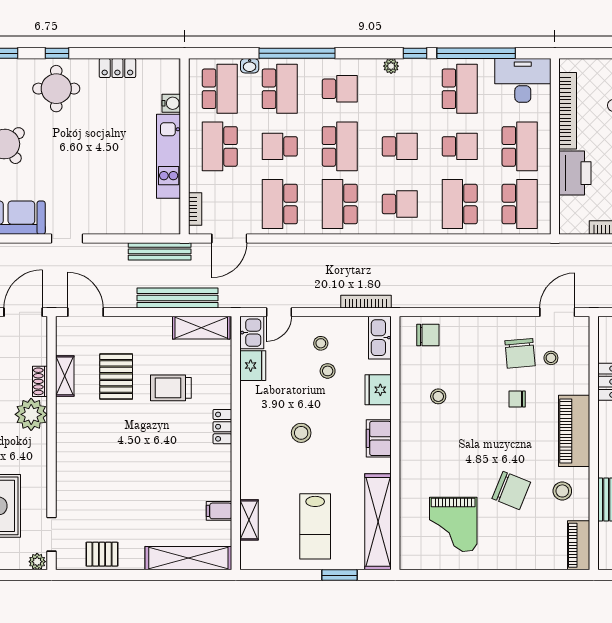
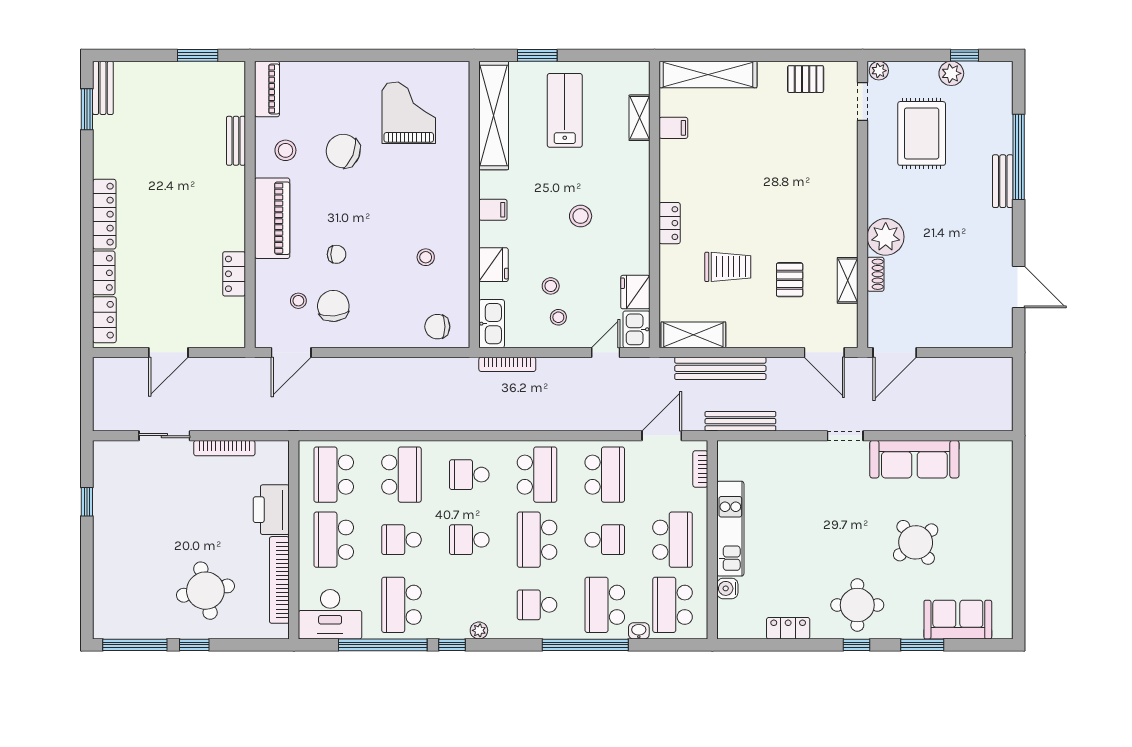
pallet: (116, 377) -> (790, 280), width x0.67, depth x0.71
filing cabinet: (379, 438) -> (493, 210), width x0.50

